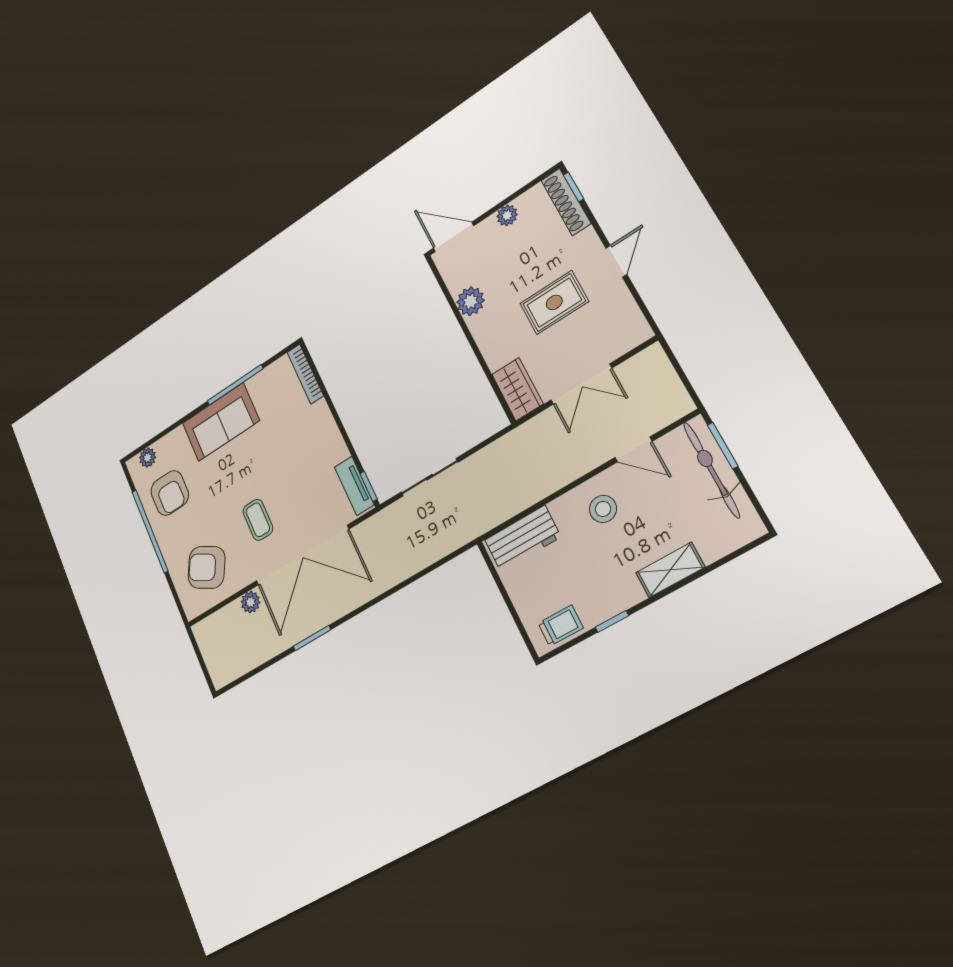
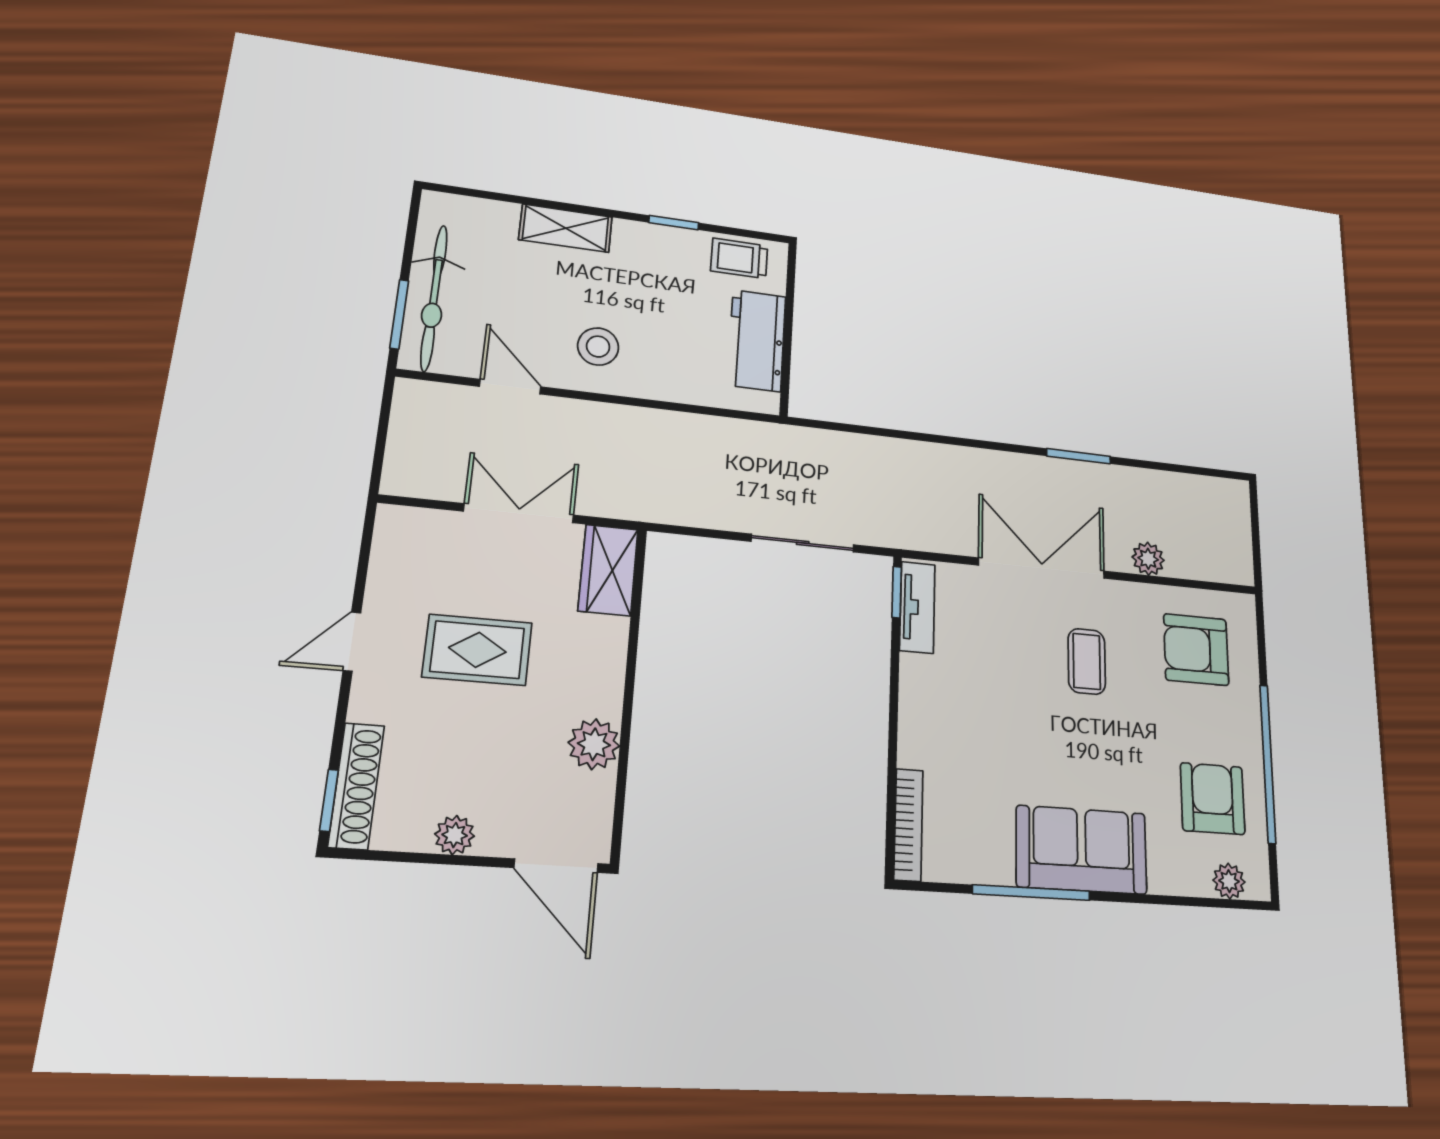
workbench: (523, 538) -> (757, 341), moved, turned -90
double door: (302, 555) -> (1042, 568), width x0.73
armchair: (207, 567) -> (1196, 650), turned 151

